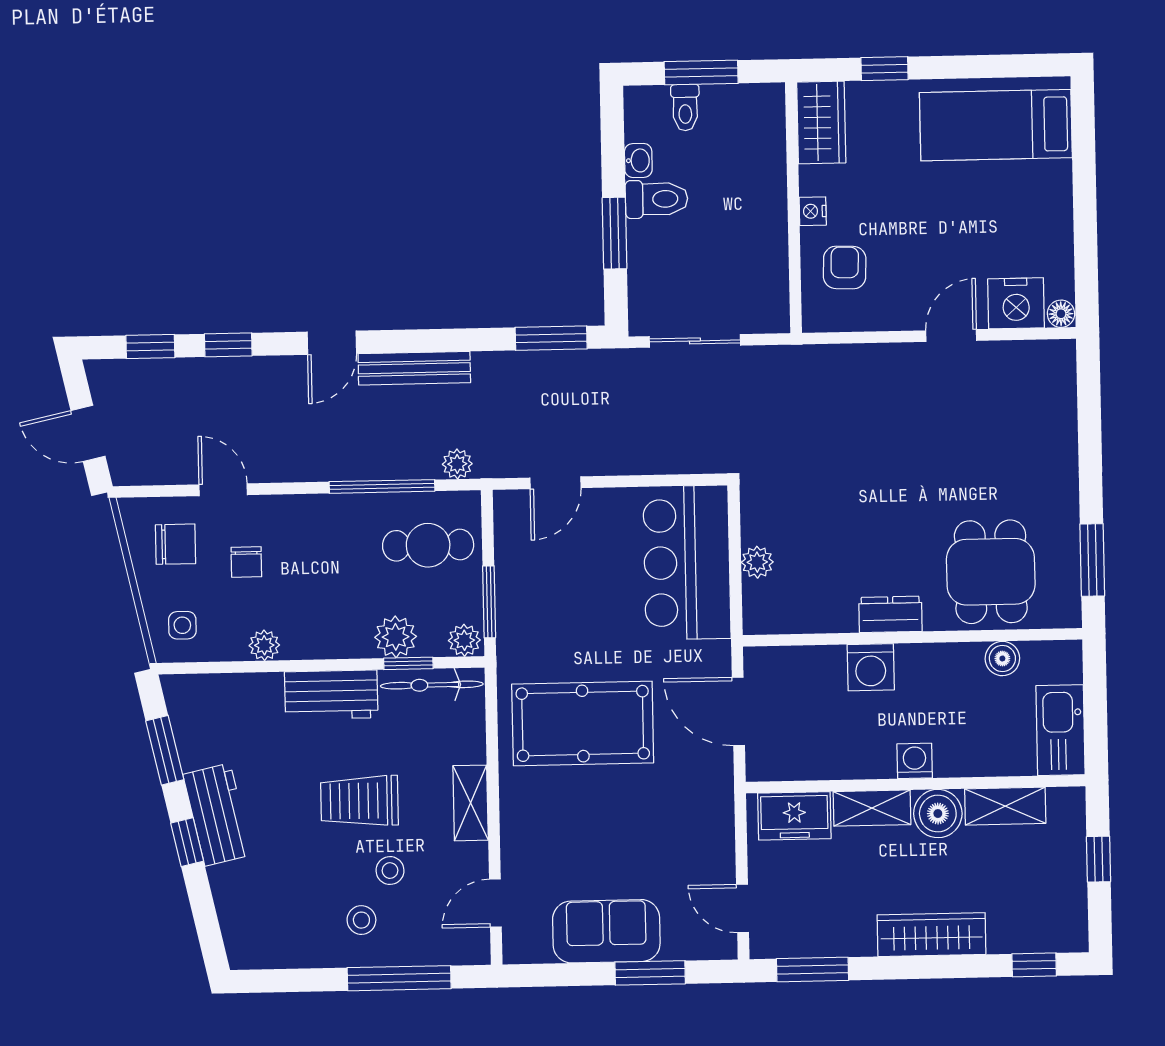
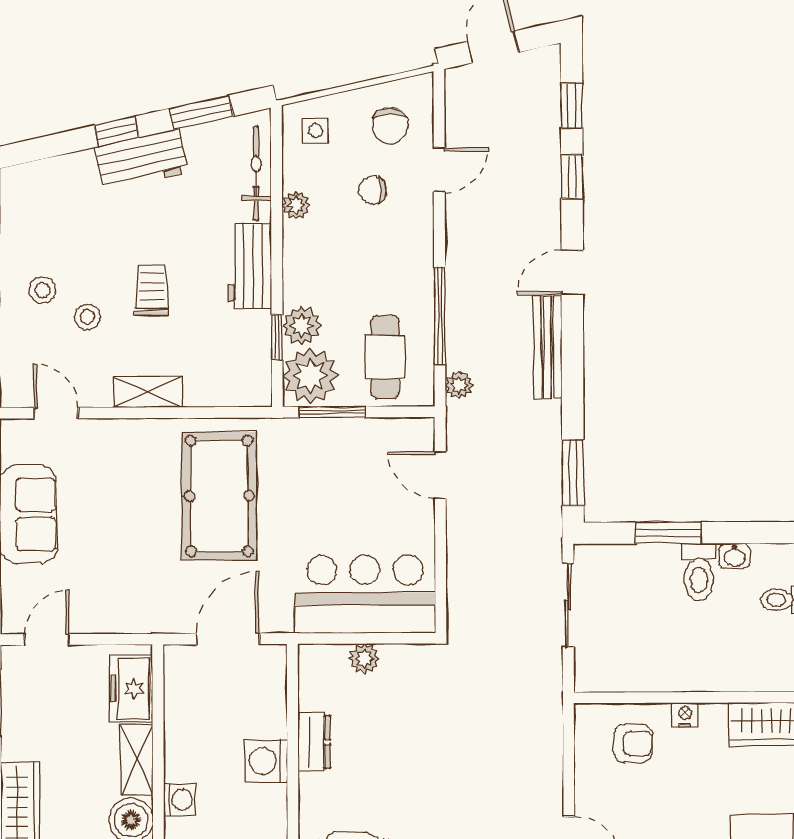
door: (332, 343) -> (572, 272), hinge flipped
dresser: (890, 614) -> (314, 742), moved
plant: (464, 640) -> (310, 376), width x1.87, depth x1.87
bicycle: (432, 685) -> (256, 173), moved
trolley: (359, 801) -> (152, 290), width x0.73, depth x0.72

